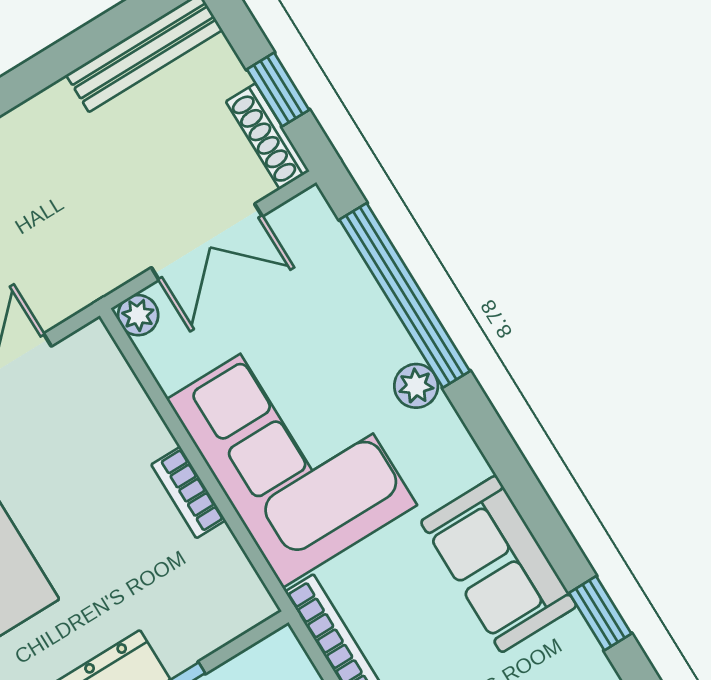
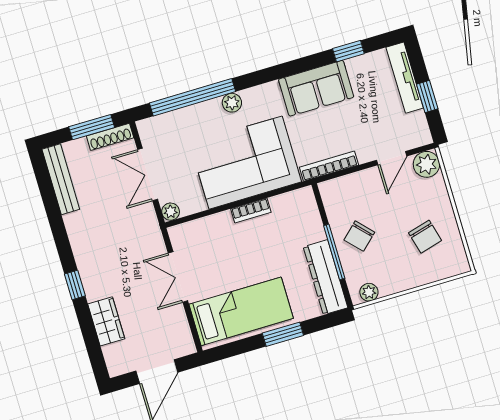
window: (278, 90) -> (92, 127), width x1.50
double door: (207, 242) -> (148, 174), swing flipped

